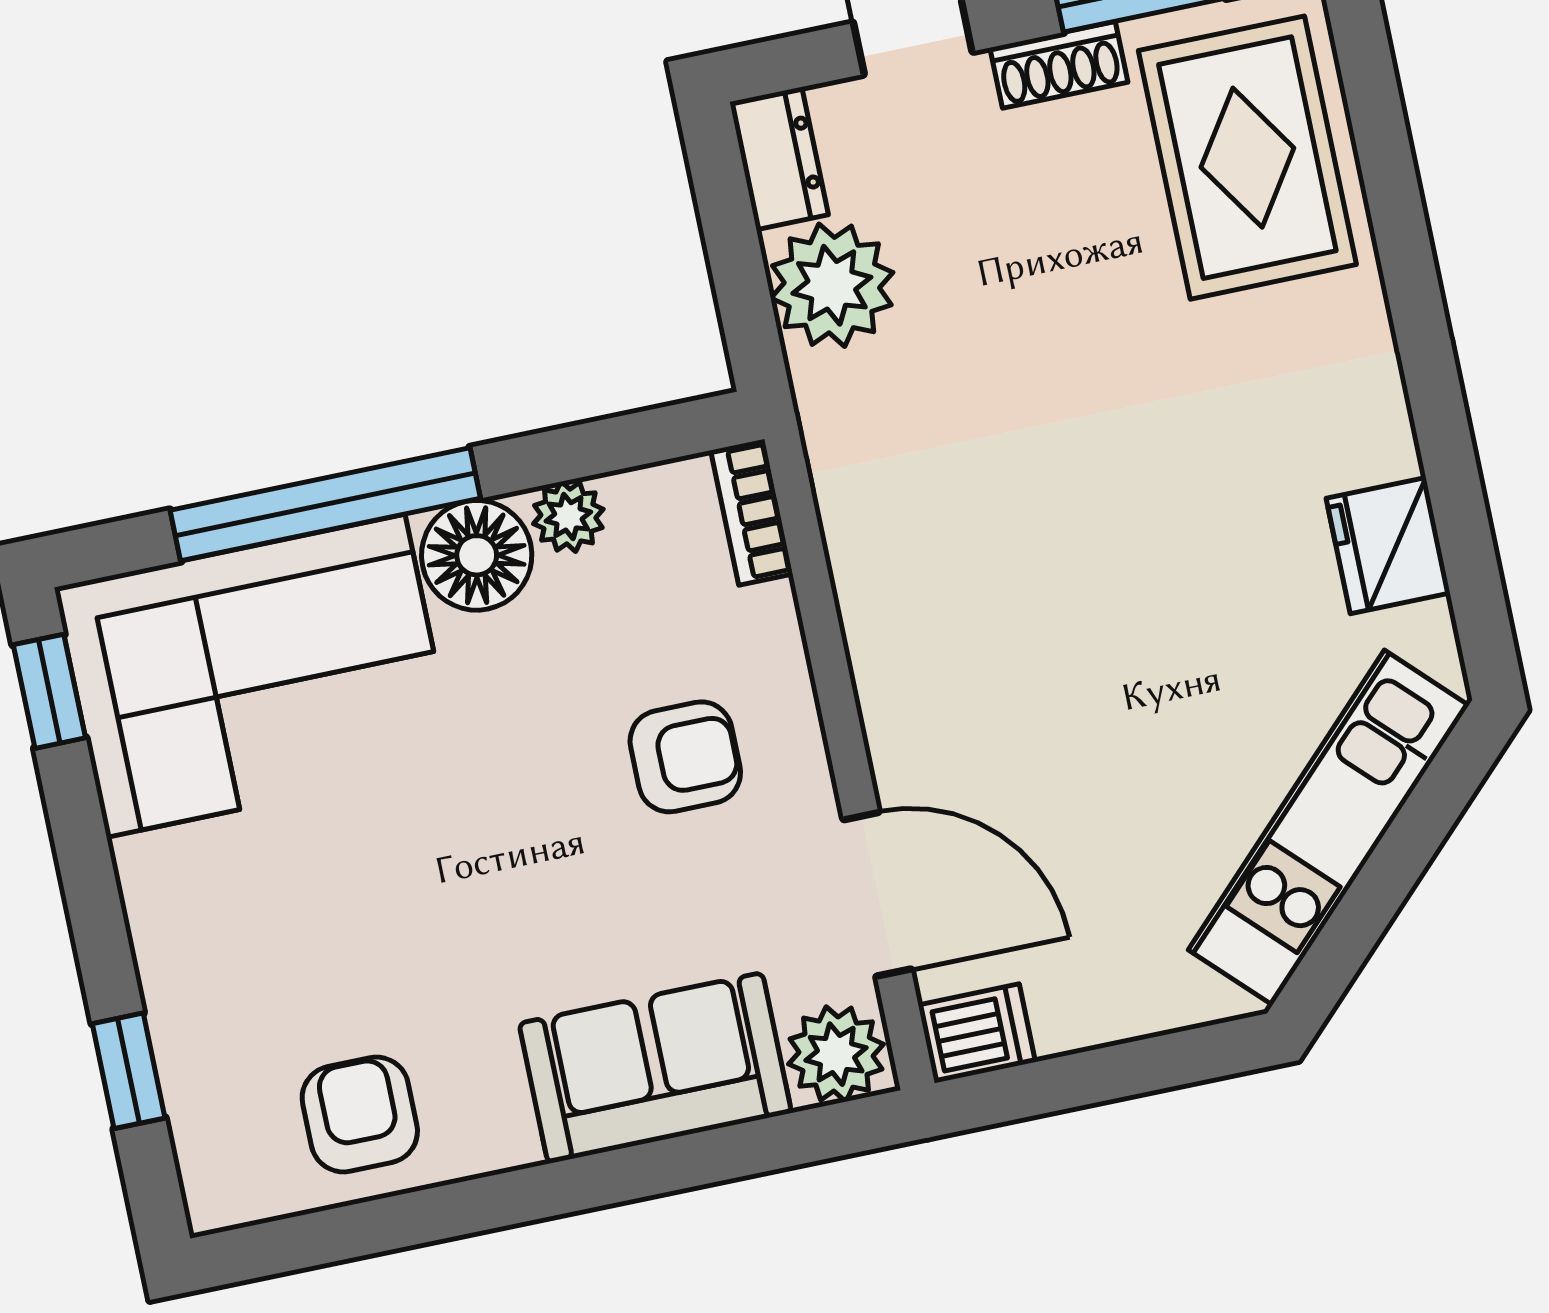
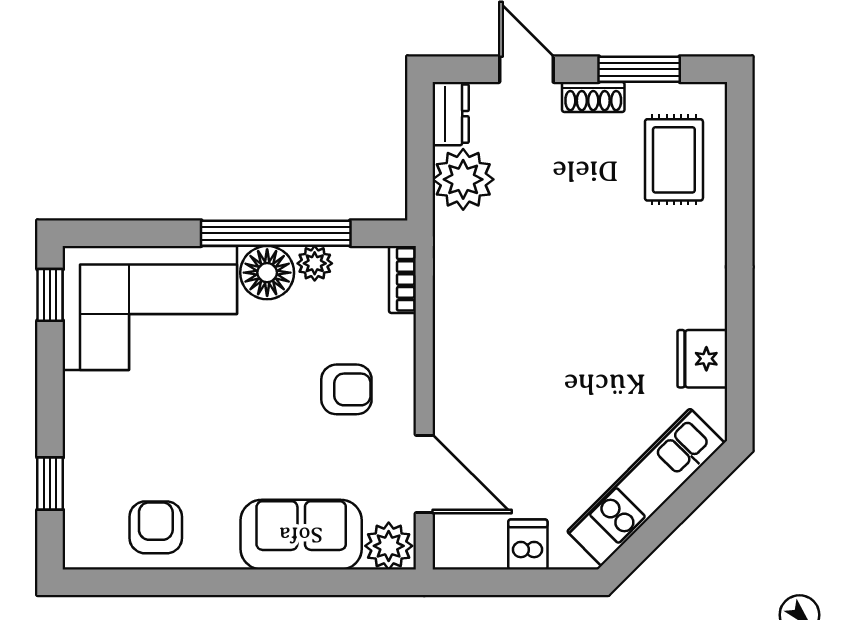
rug: (1247, 158) -> (674, 160), width x0.73, depth x0.70
window: (325, 504) -> (276, 233), moved
dishwasher: (977, 1033) -> (528, 545), moved, turned -90

